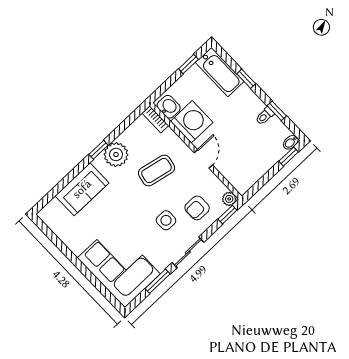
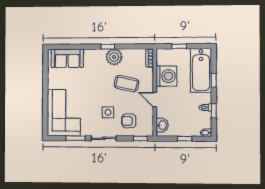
window: (188, 64) -> (179, 46), moved
bathtub: (220, 72) -> (201, 70), width x1.36, depth x1.36
washbasin: (169, 107) -> (162, 125), moved
window: (289, 157) -> (185, 139), moved
door: (203, 159) -> (155, 100), swing flipped
sofa: (82, 189) -> (67, 58), moved
plant: (229, 199) -> (149, 132), removed

